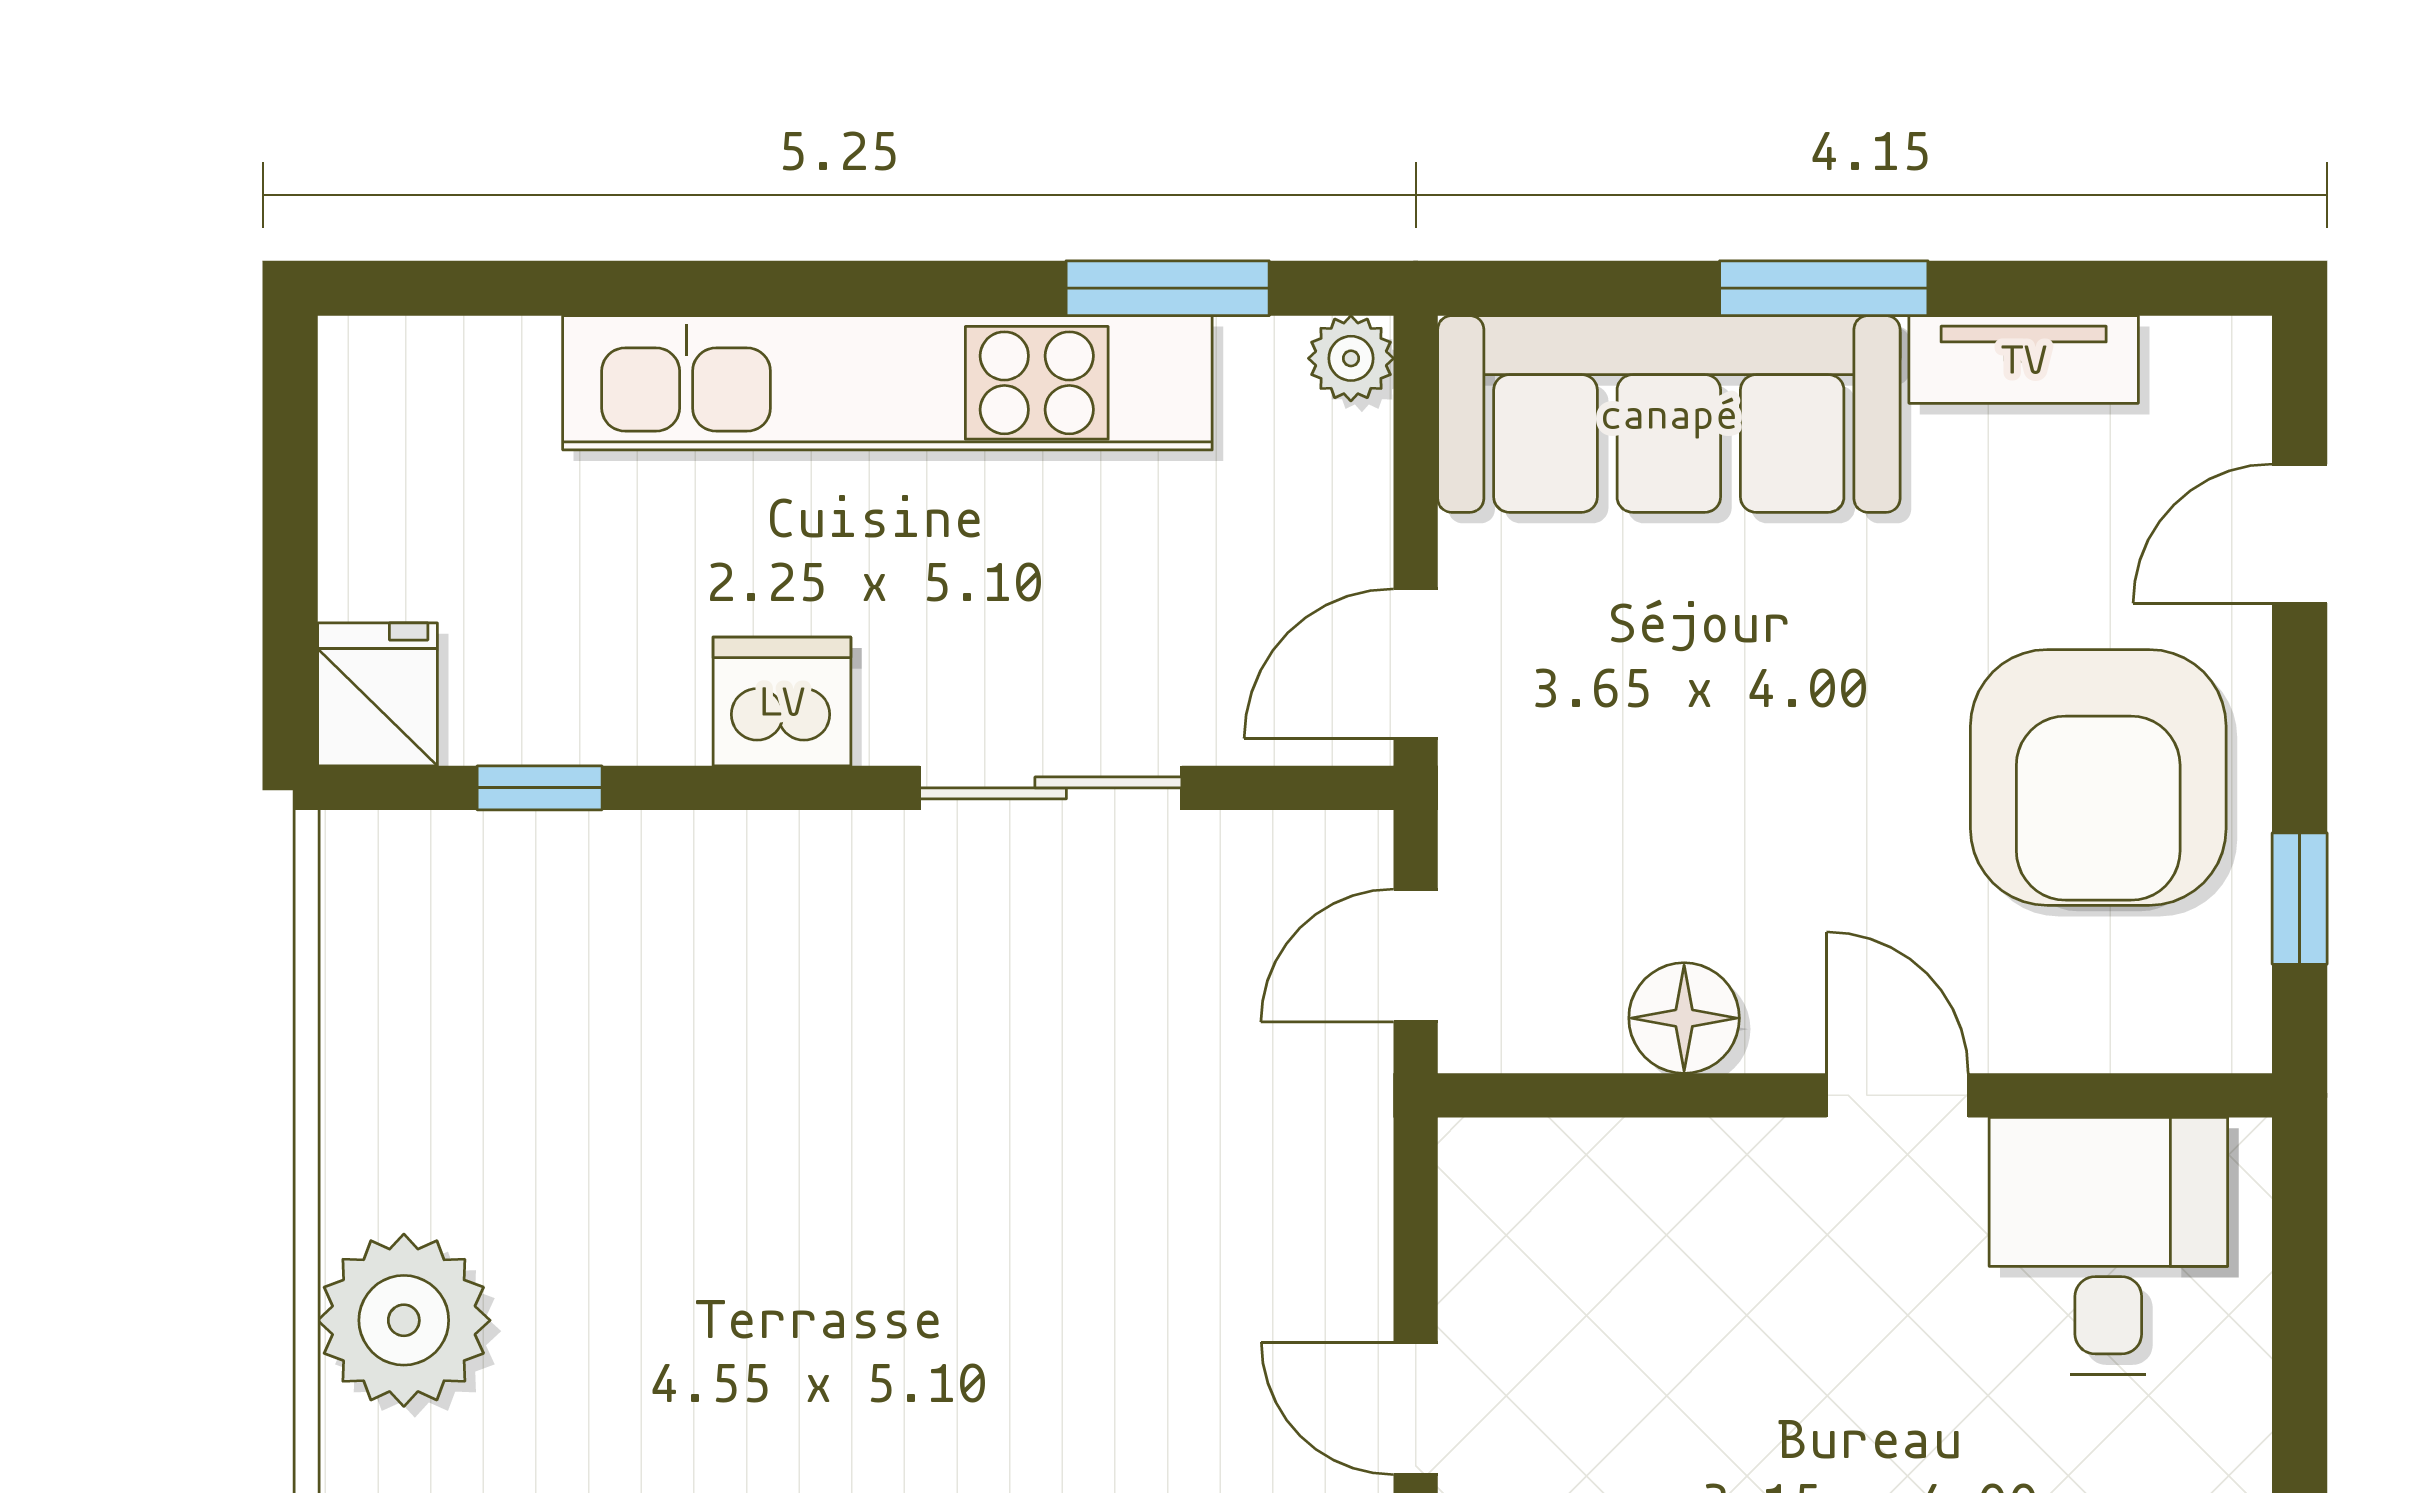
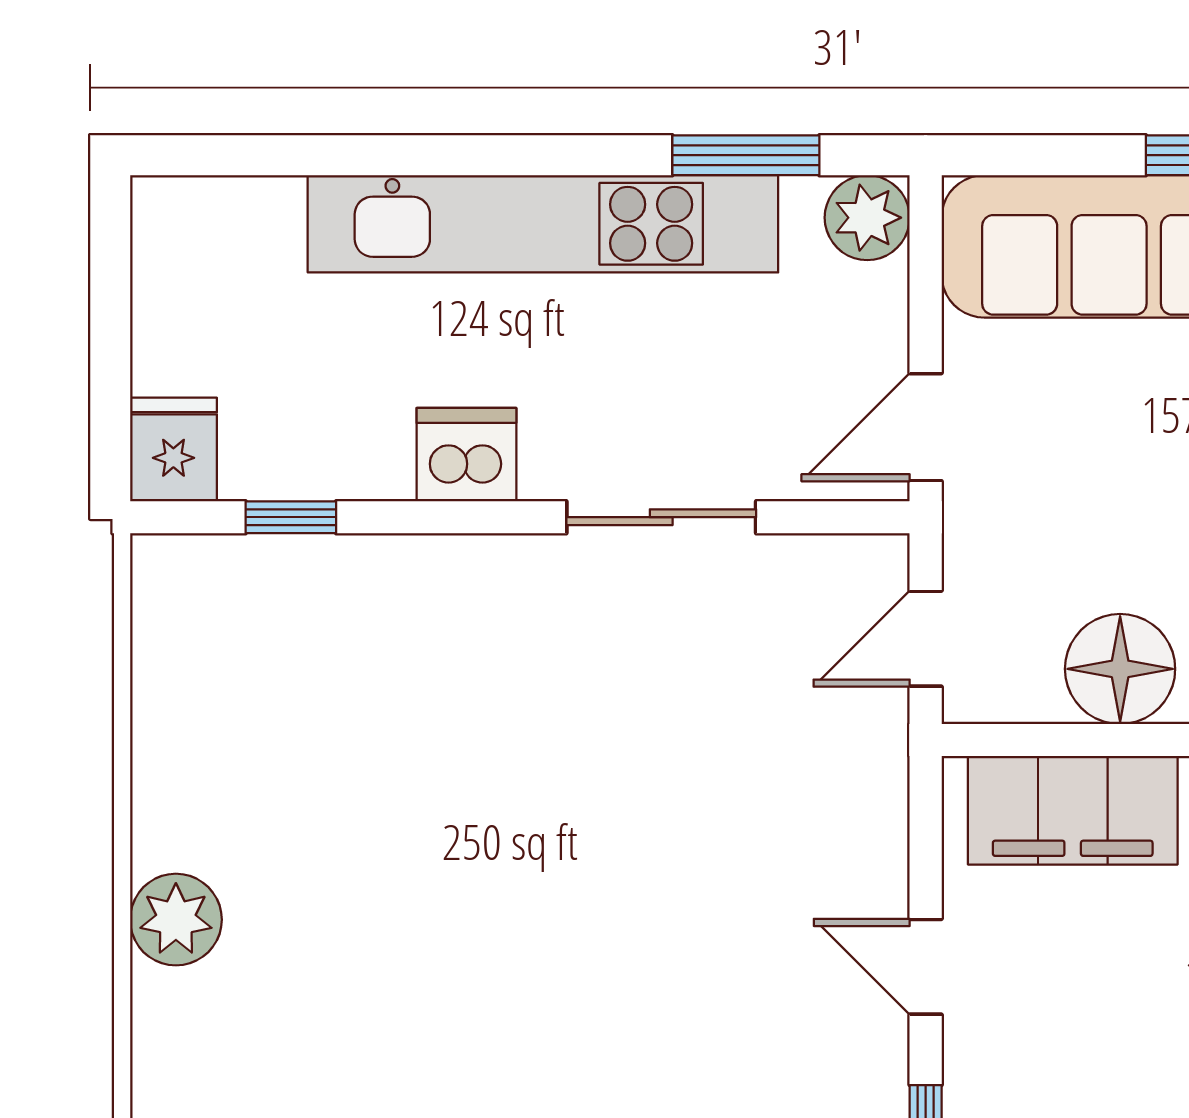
plant: (1351, 358) -> (867, 218), width x1.38, depth x1.38
floor lamp: (1684, 1018) -> (1120, 669), width x1.38, depth x1.38
filing cabinet: (1619, 1192) -> (1073, 810), added
plant: (404, 1320) -> (176, 920), width x0.73, depth x0.73

